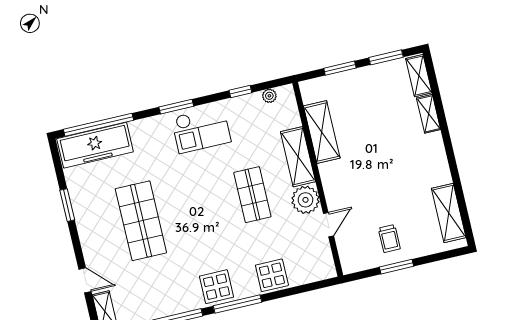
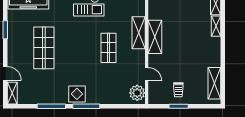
shelving: (322, 132) -> (155, 37), moved
plant: (305, 200) -> (137, 93), moved
door: (328, 225) -> (147, 74), hinge flipped
display table: (272, 275) -> (109, 95), removed

